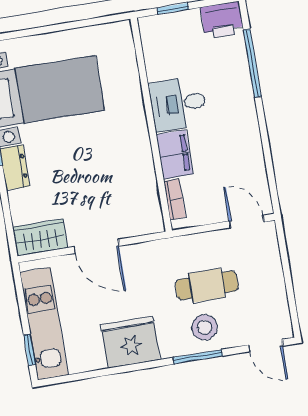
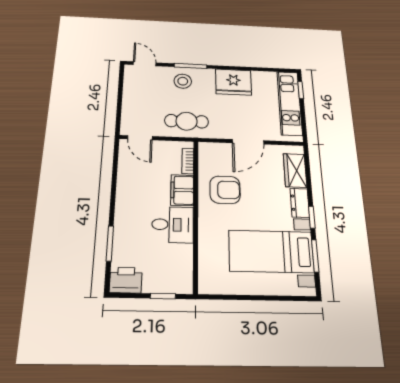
window: (252, 63) -> (110, 243), width x0.69
armchair: (118, 166) -> (225, 190), added
wardrobe: (40, 237) -> (295, 170), moved, turned 90
door: (96, 246) -> (248, 142), swing flipped
cafe table: (207, 285) -> (187, 121), moved

